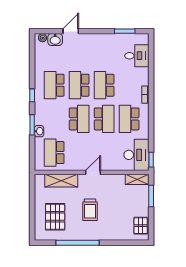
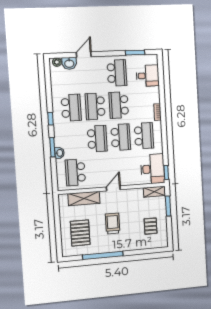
school desk: (104, 51) -> (117, 73), added
school desk: (54, 85) -> (71, 108), turned 180
school desk: (129, 119) -> (144, 136), turned 180
trolley: (90, 210) -> (113, 224), turned 180
pallet: (141, 226) -> (151, 226), moved

